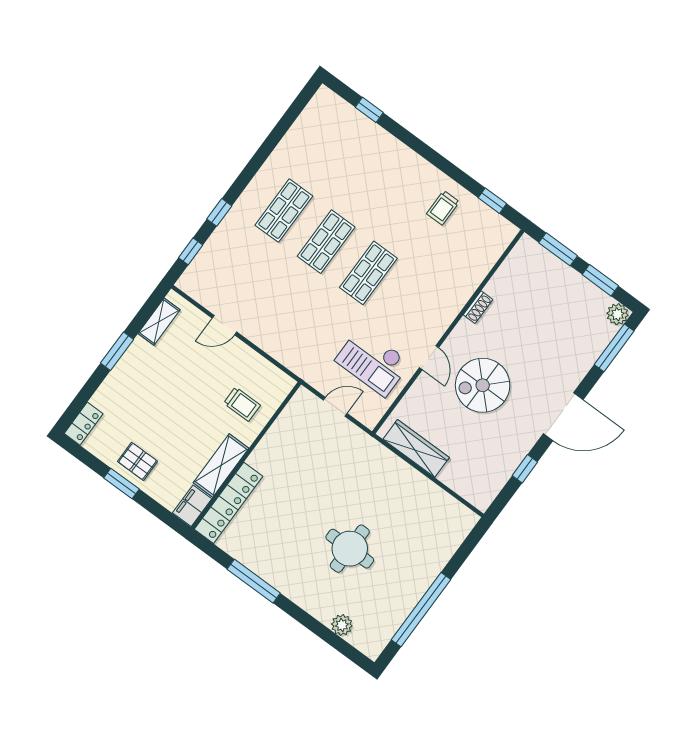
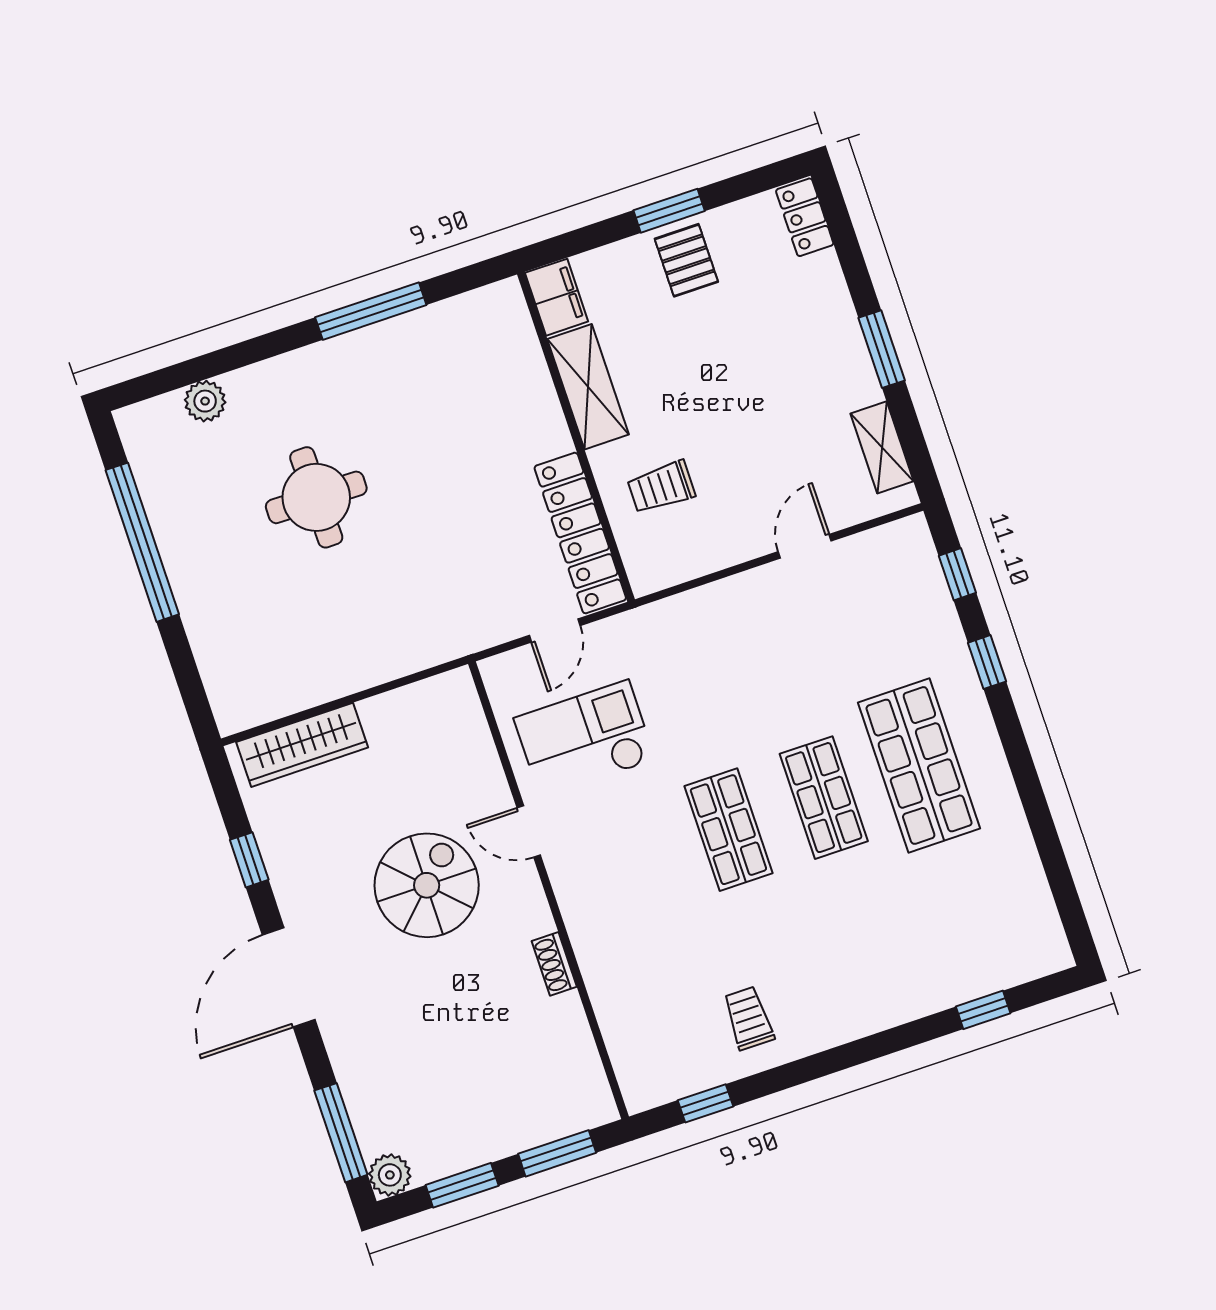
shop shelf: (284, 211) -> (919, 765), width x1.43, depth x1.36
wardrobe: (416, 448) -> (302, 745), moved
pallet: (138, 461) -> (686, 260), turned 90
locker: (229, 503) -> (580, 533), moved

